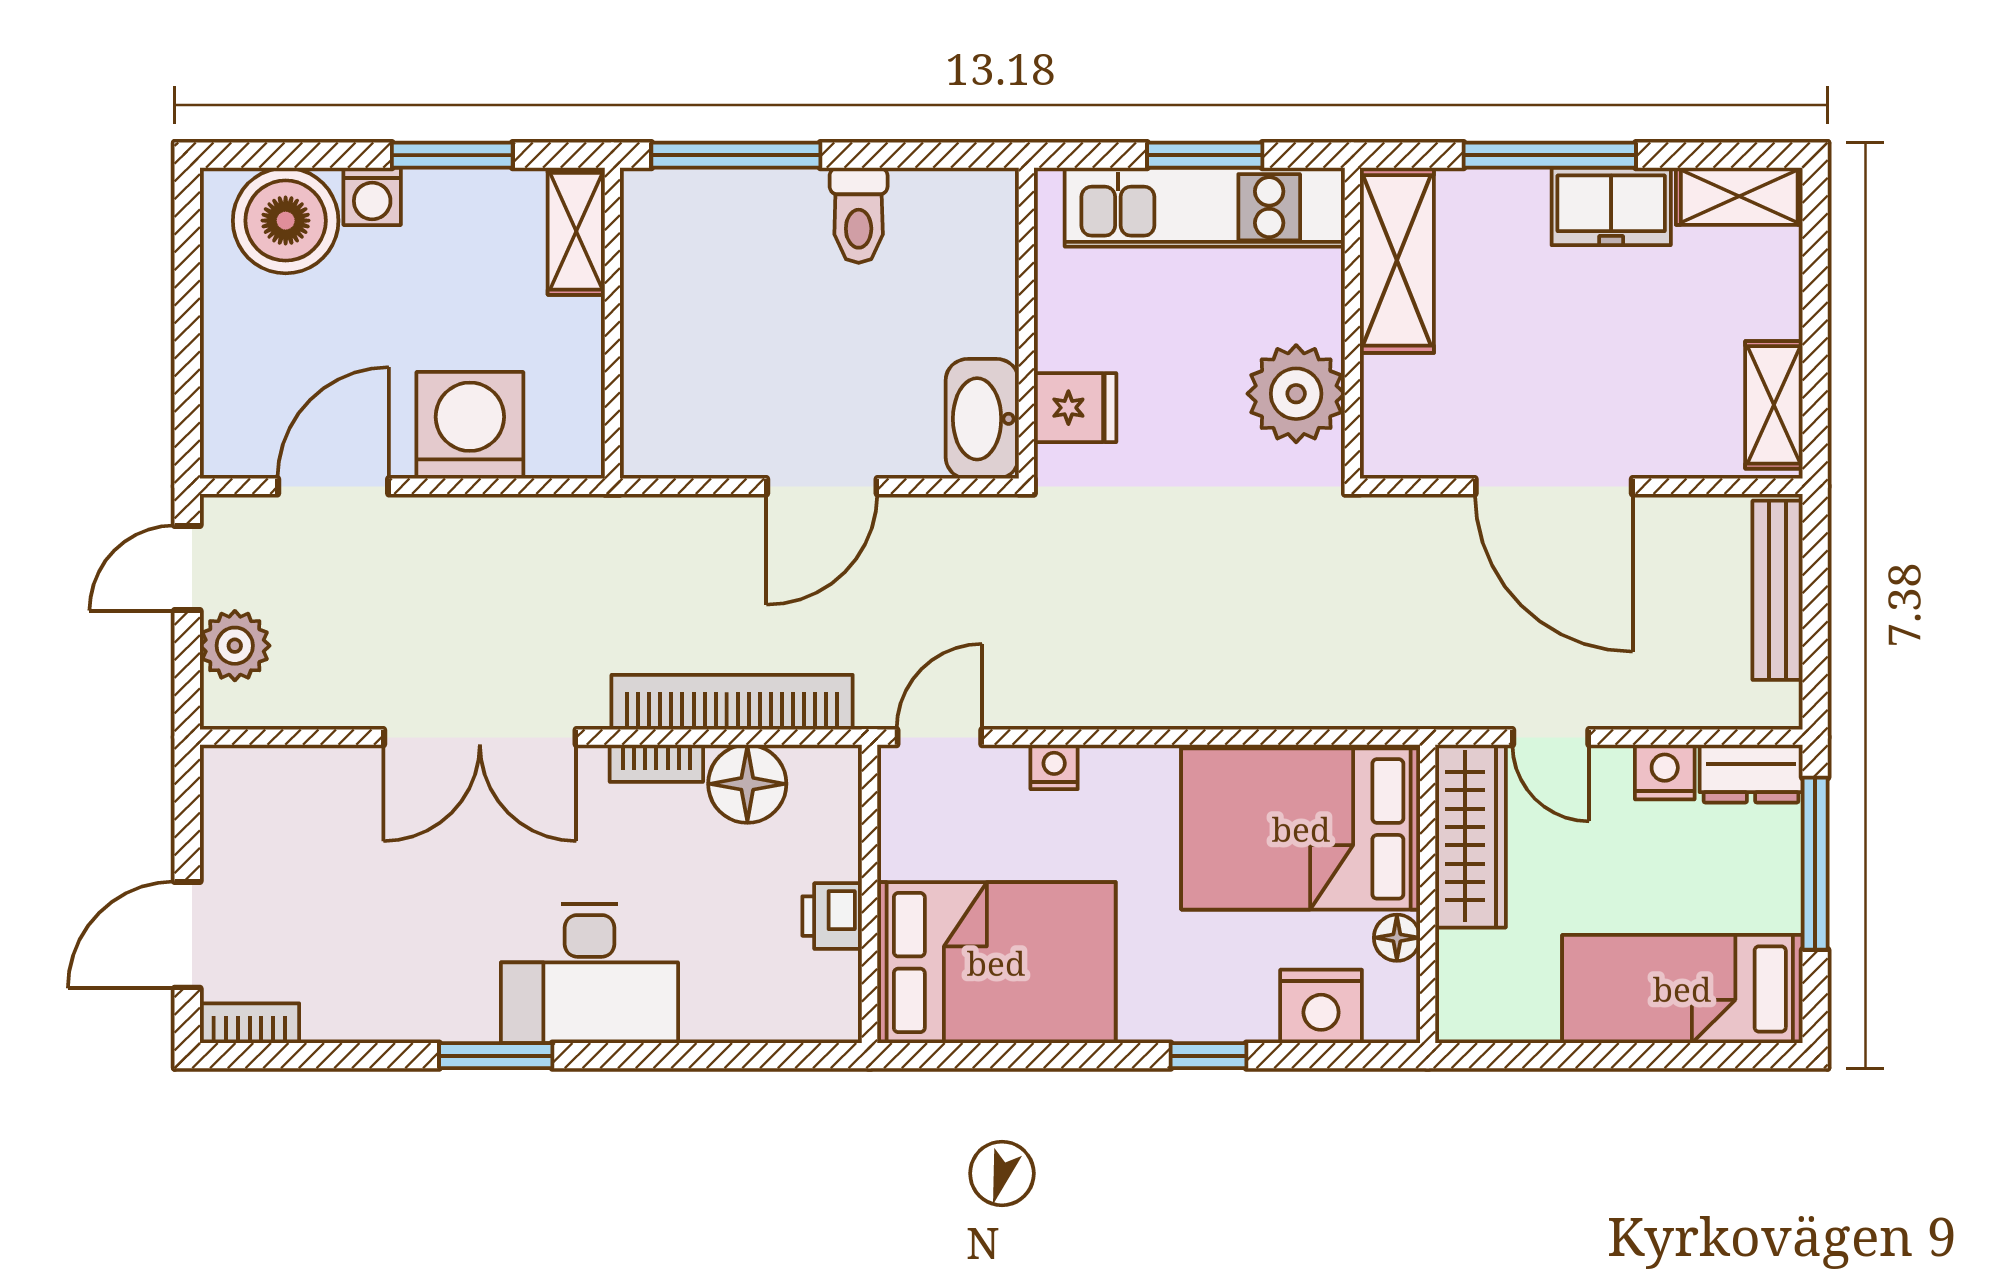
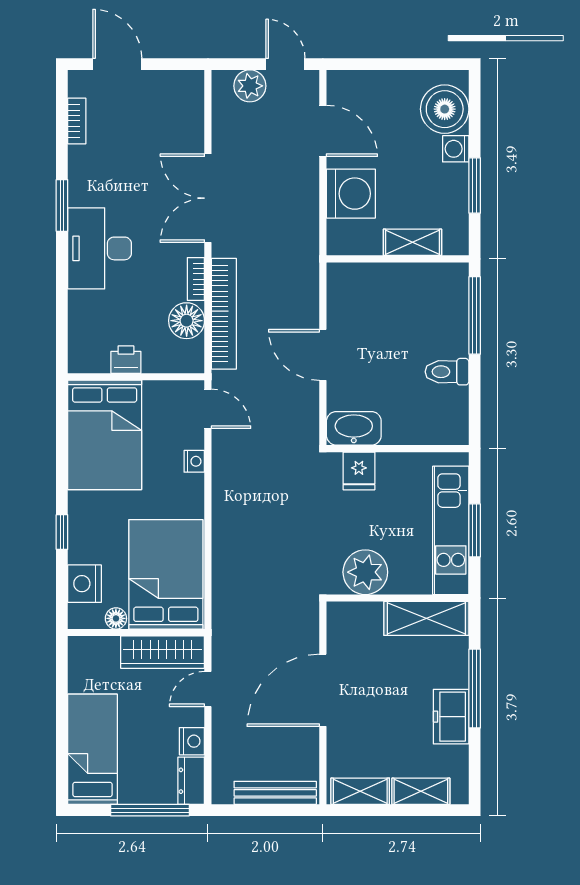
shelving: (1739, 196) -> (421, 791), moved, turned 90
shelving: (576, 231) -> (412, 242), moved
bookcase: (250, 1023) -> (77, 121), moved

